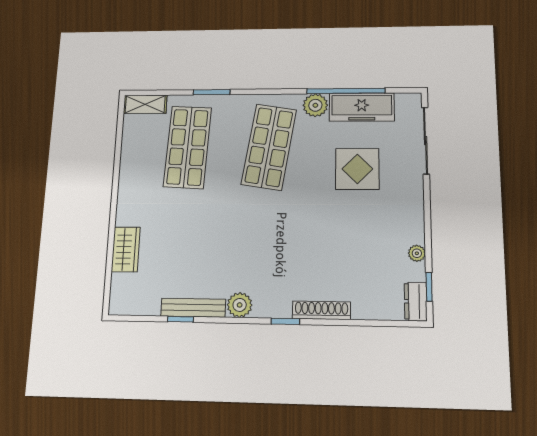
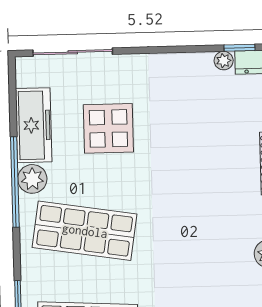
window: (346, 91) -> (15, 182), moved
plant: (417, 253) -> (224, 61), moved

